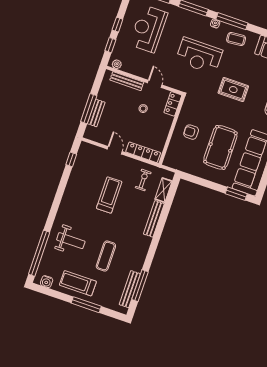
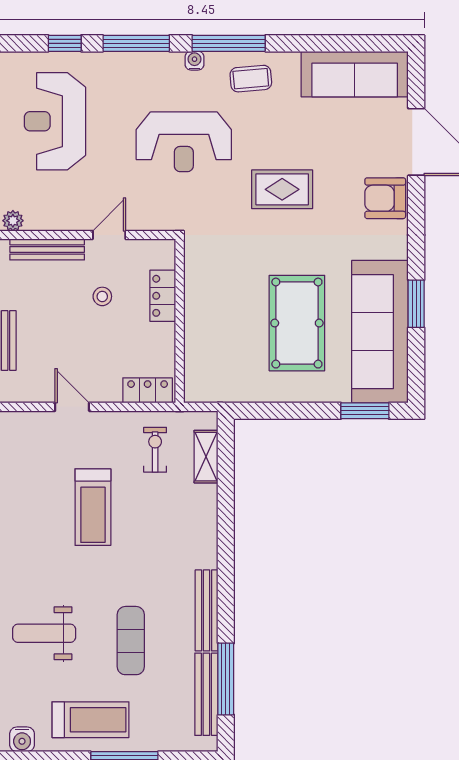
door: (155, 84) -> (109, 235), hinge flipped
locker: (173, 104) -> (163, 296), moved
armchair: (191, 132) -> (223, 312), removed
locker: (143, 152) -> (148, 390), width x0.66
treadmill: (109, 195) -> (93, 507), turned 180
bench: (154, 219) -> (207, 610), moved
weight bench: (71, 241) -> (44, 633), turned 180
treadmill: (78, 283) -> (90, 720), turned 180

